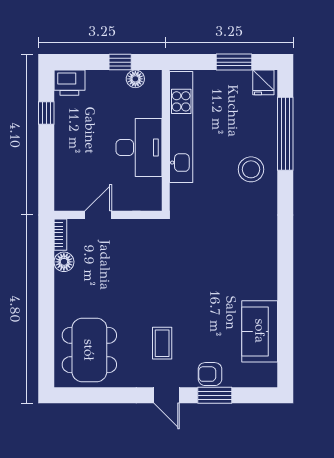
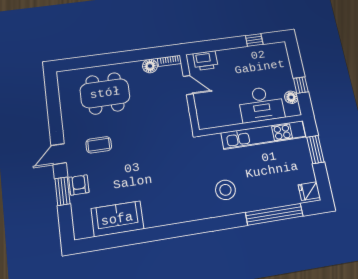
window: (234, 62) -> (315, 149), moved
printer: (69, 83) -> (206, 61), moved, turned -90
desk: (139, 148) -> (261, 104), moved
stool: (251, 169) -> (225, 190), moved
dining table: (89, 350) -> (105, 93), moved

